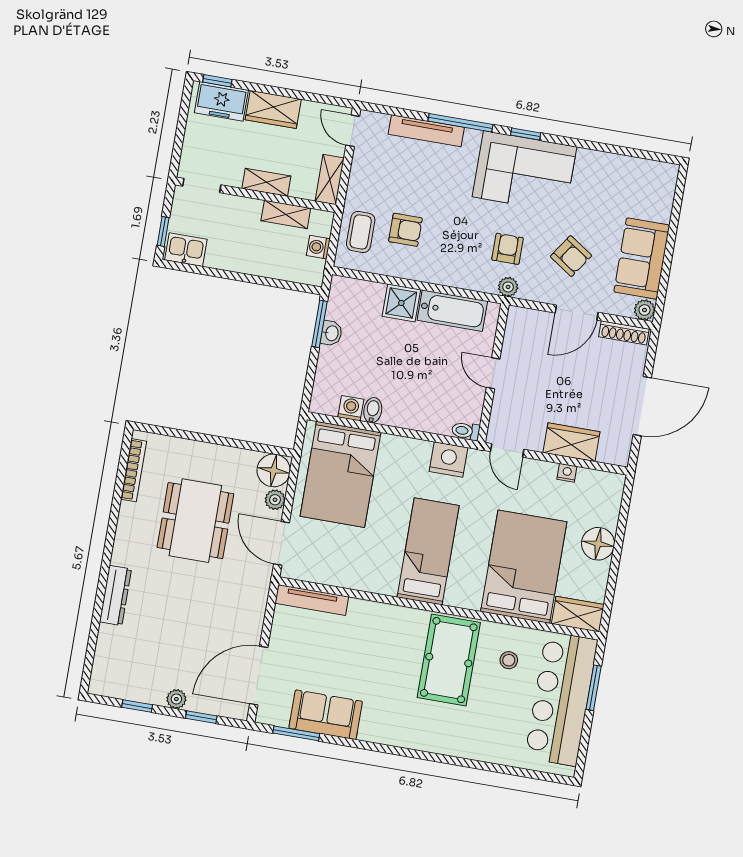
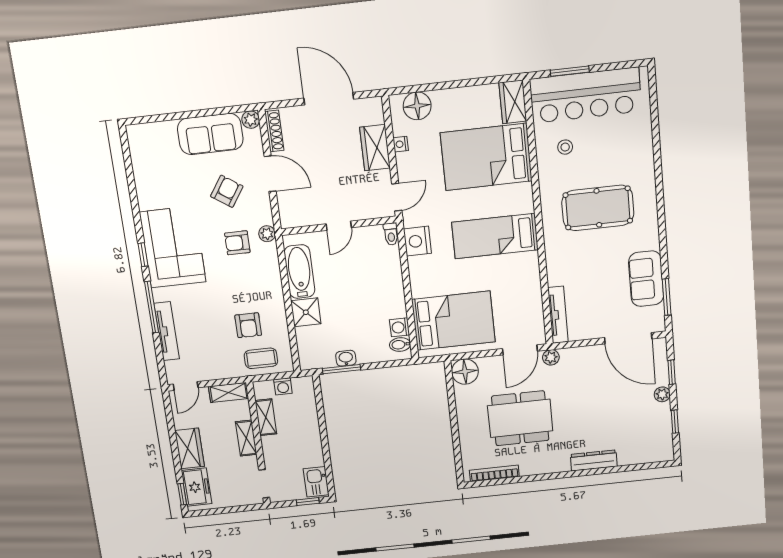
armchair: (405, 230) -> (248, 325), turned 180
bidet: (373, 410) -> (400, 345), moved
plant: (275, 500) -> (551, 357), moved
floor lamp: (598, 544) -> (417, 106), moved
pool table: (449, 660) -> (598, 208), moved

